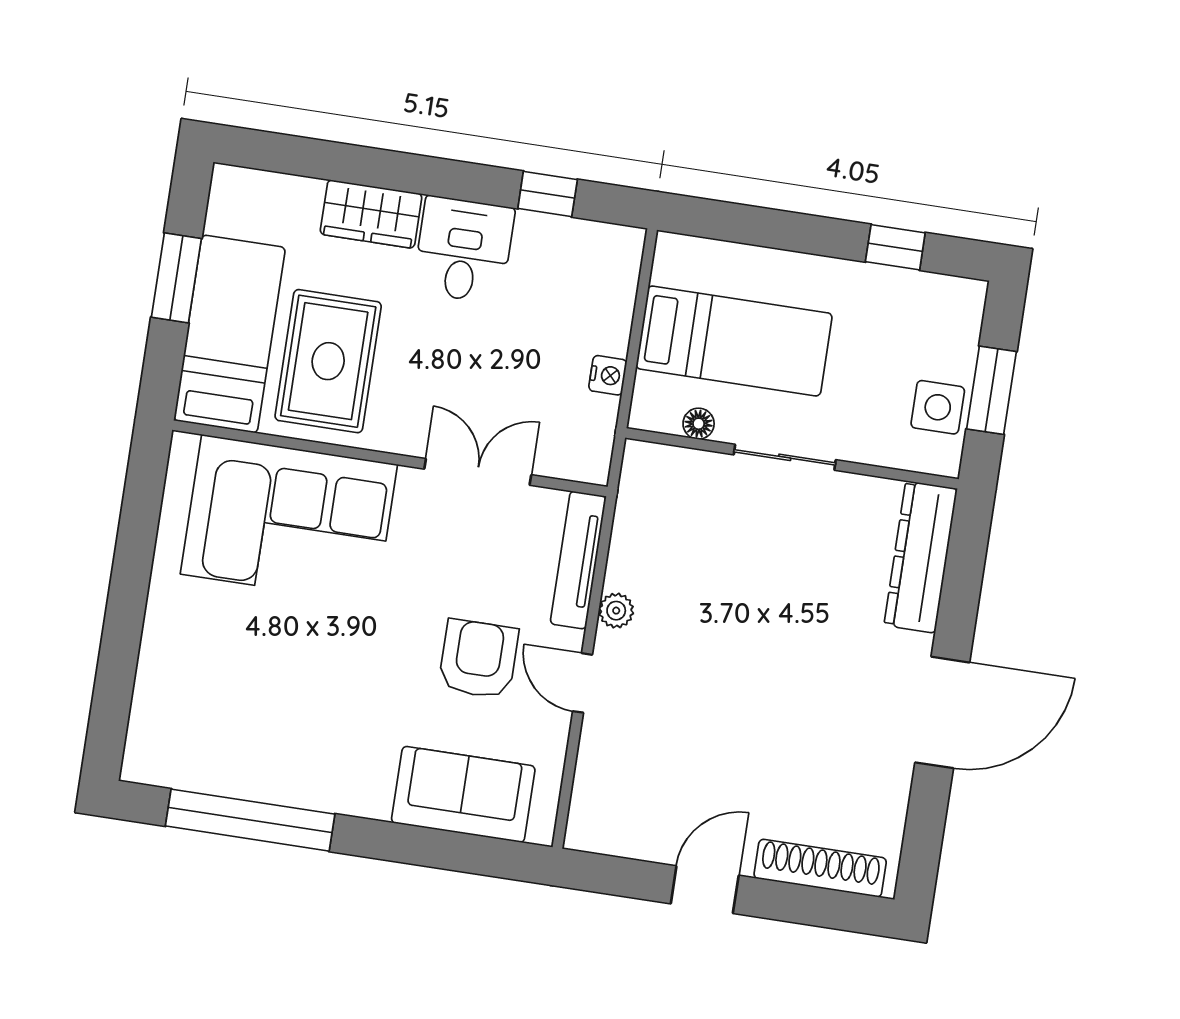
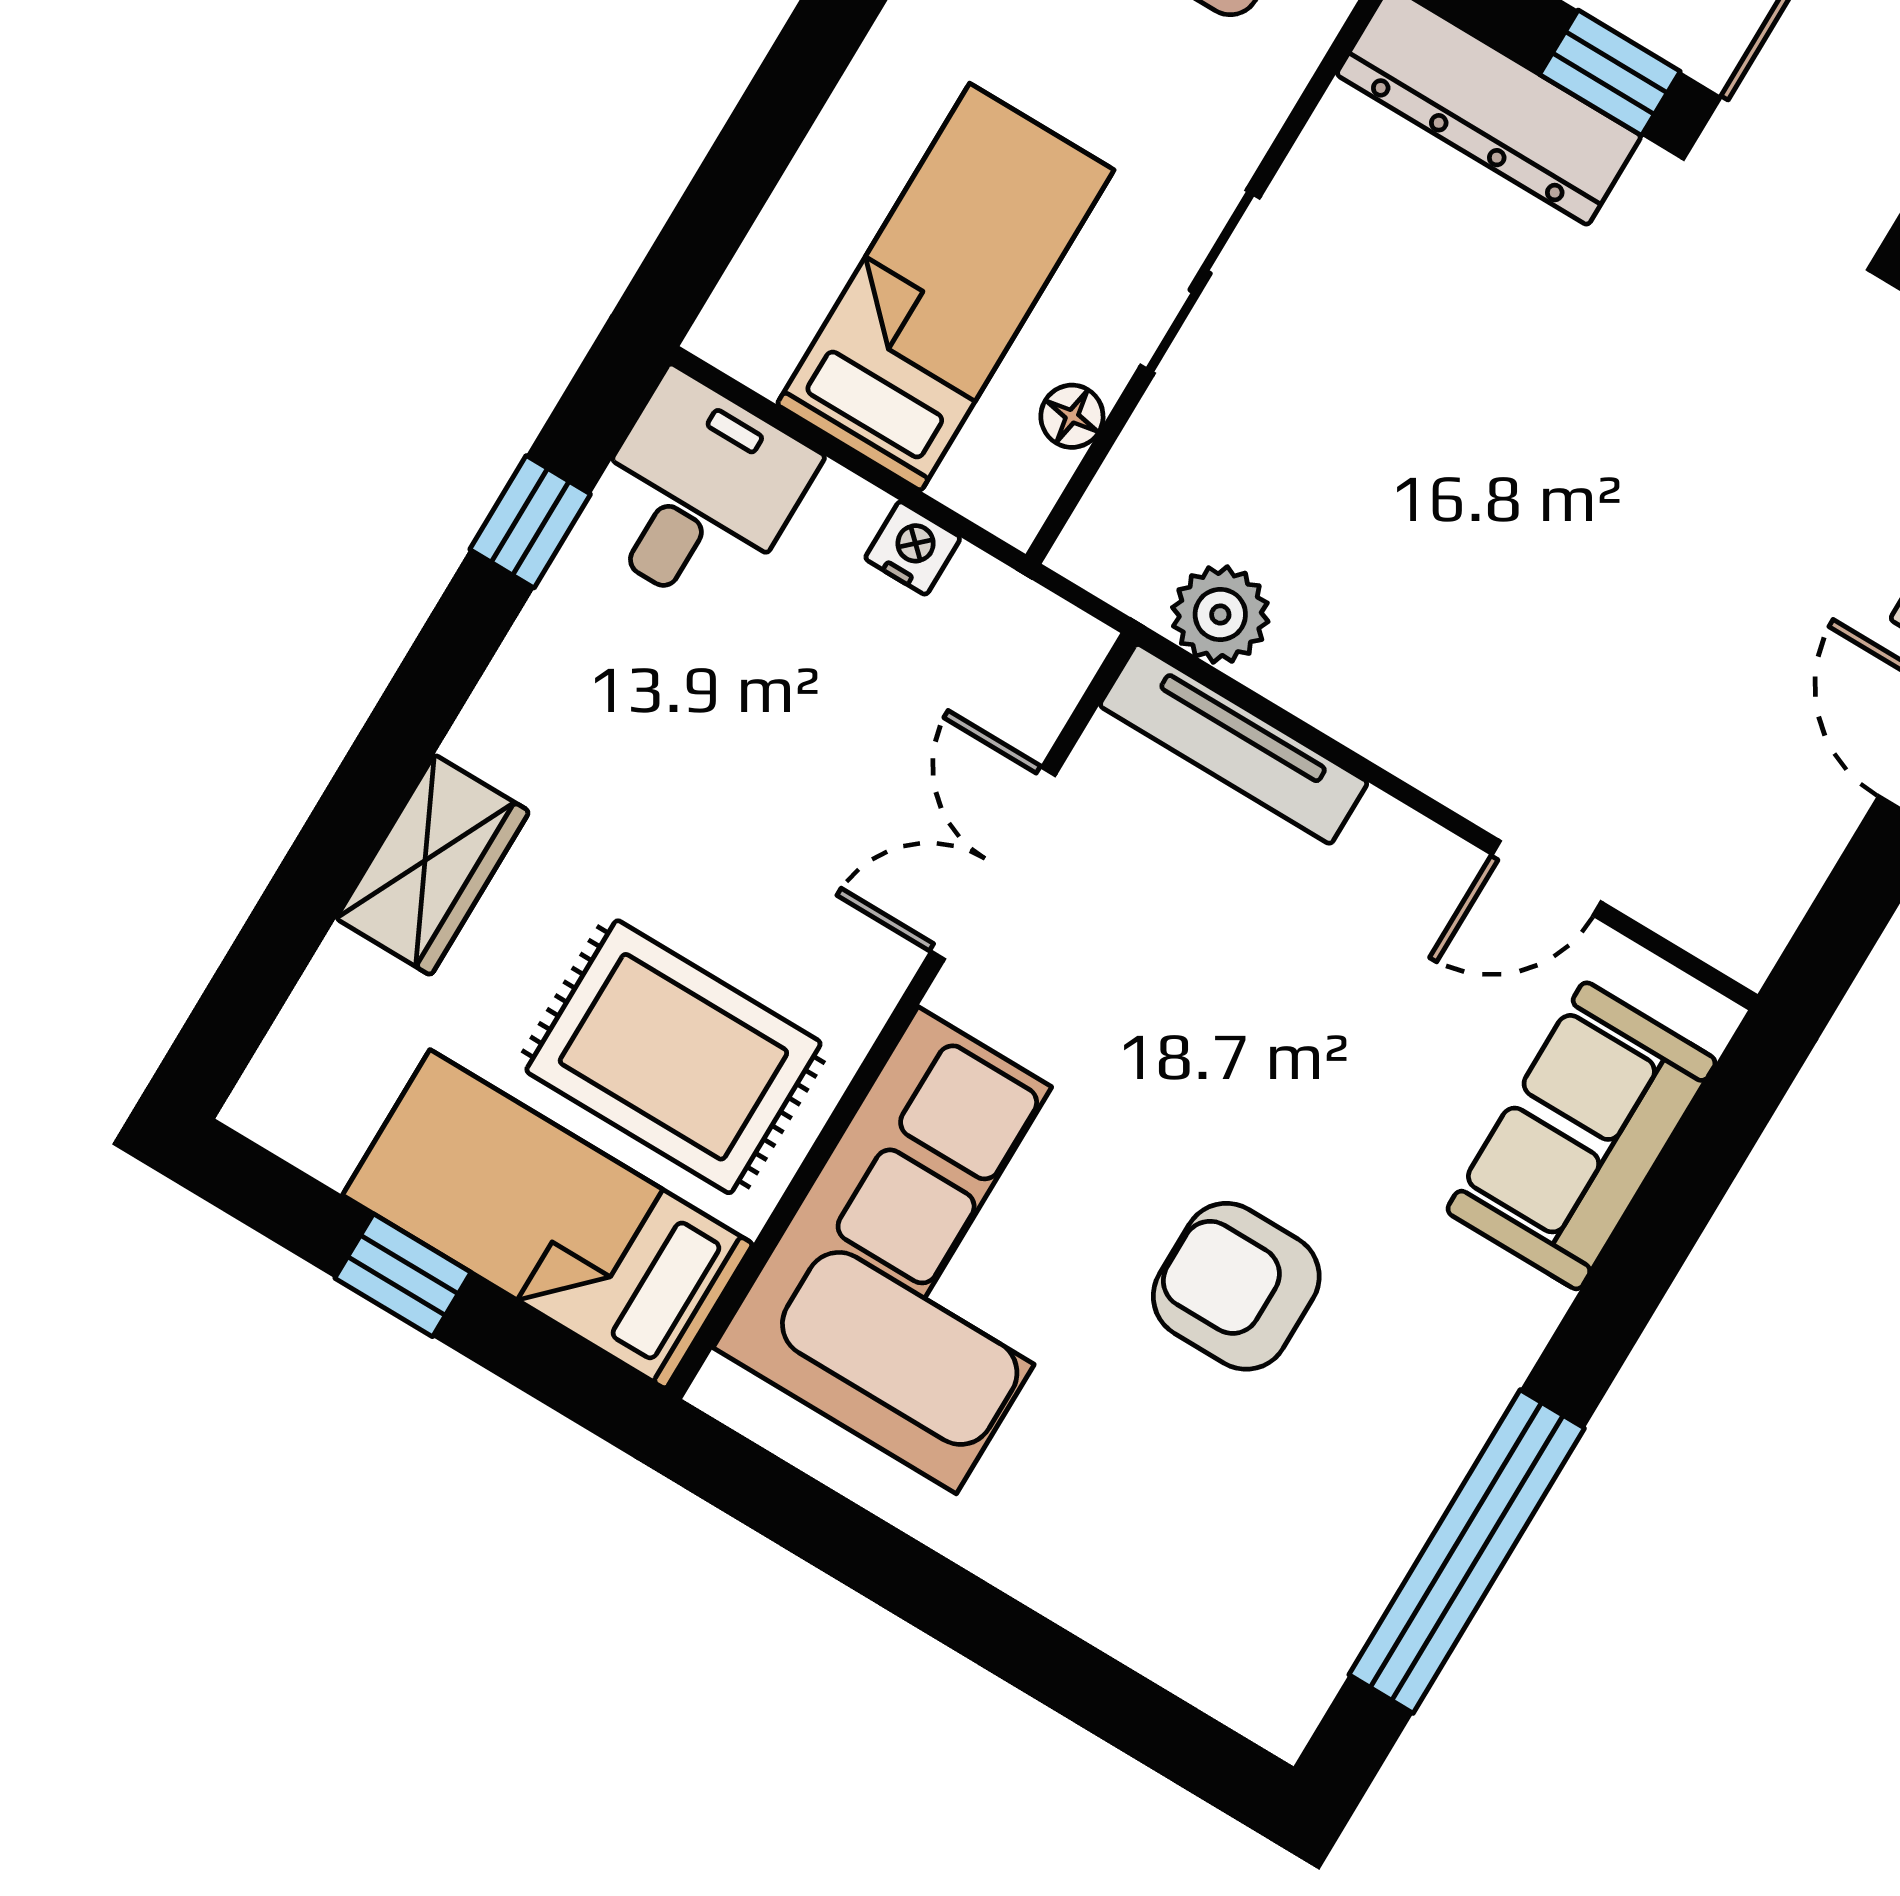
desk: (464, 250) -> (697, 494), moved, turned 90
window: (176, 278) -> (403, 1275), width x0.67
window: (958, 607) -> (1610, 73), added
plant: (616, 611) -> (1220, 615), moved, width x1.38, depth x1.38
armchair: (478, 659) -> (1236, 1286), moved
door: (583, 683) -> (1547, 878), moved

